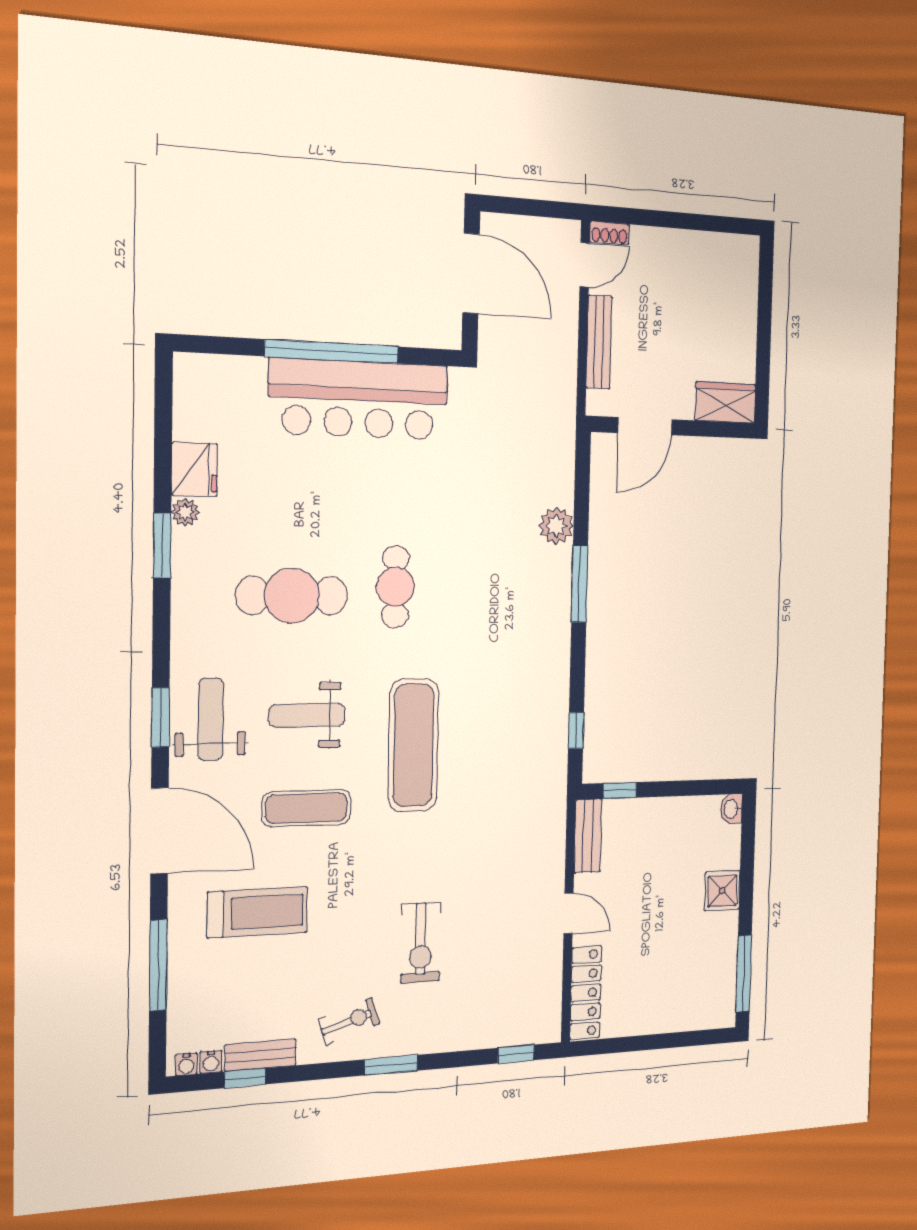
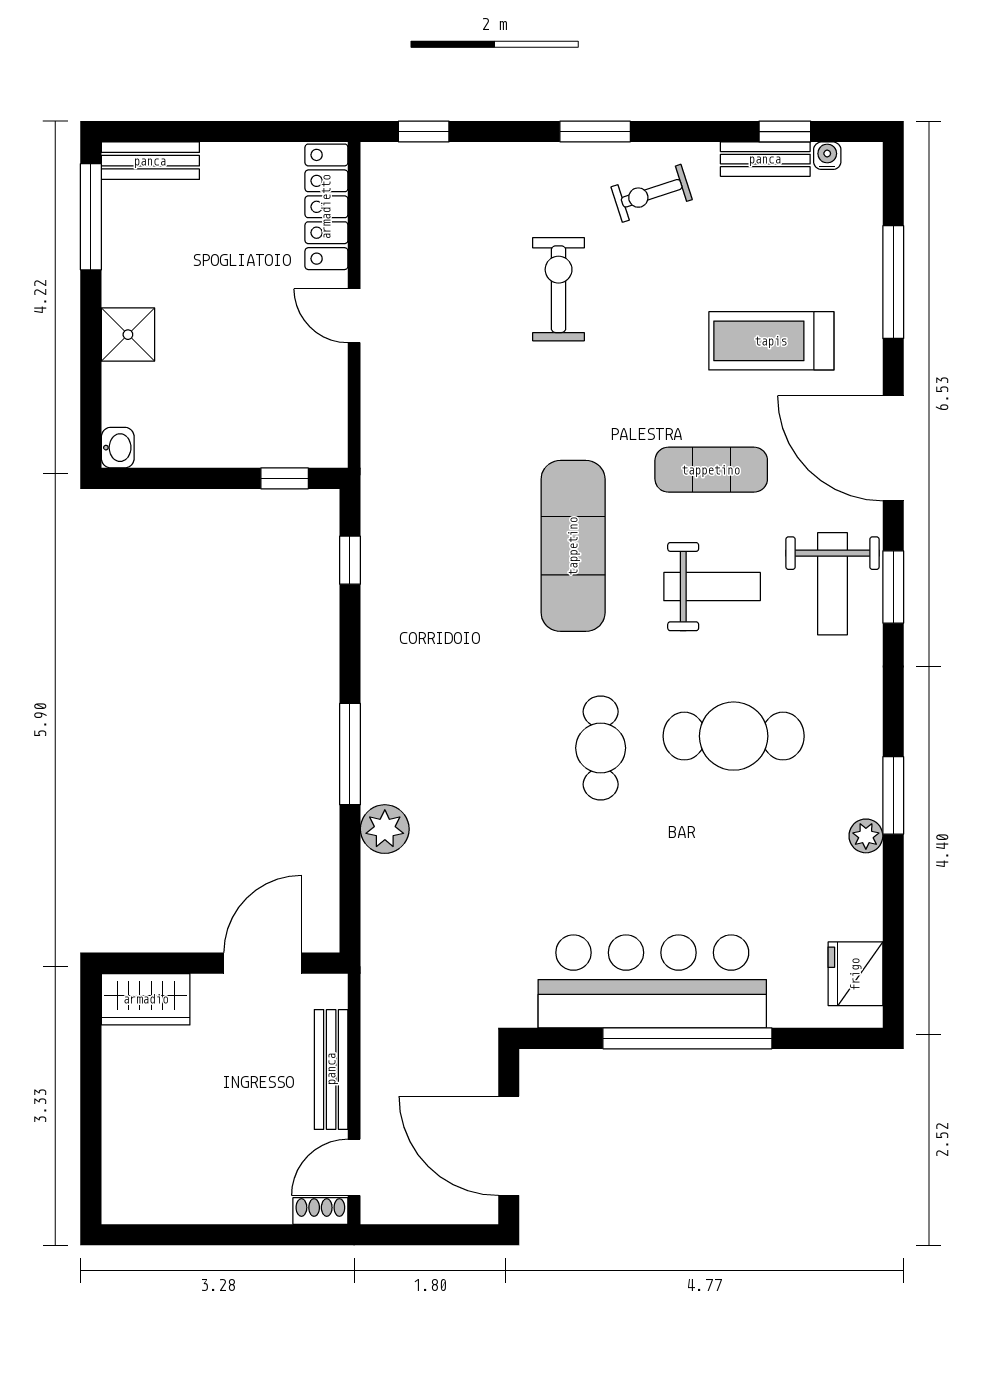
fridge: (194, 469) -> (855, 974), moved
bench: (588, 836) -> (150, 161), moved, turned 90
water cooler: (186, 1064) -> (858, 155), removed

